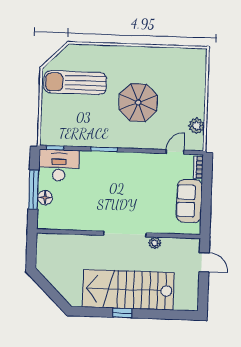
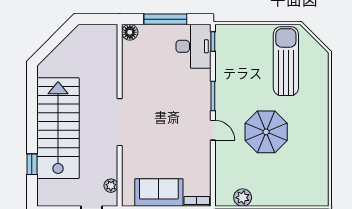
door: (175, 152) -> (213, 130), moved
floor lamp: (45, 198) -> (130, 32), moved
plant: (155, 243) -> (111, 186), moved
window: (122, 313) -> (32, 164), moved

